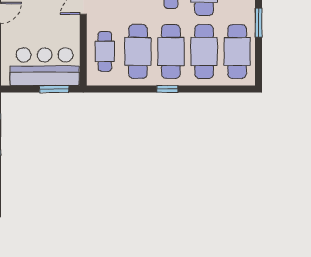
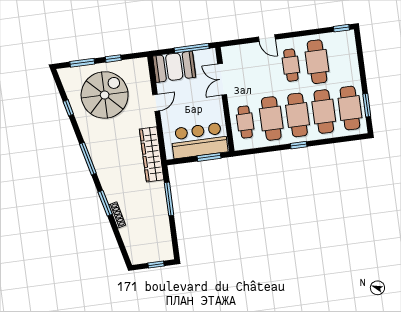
window: (259, 23) -> (367, 105), moved

